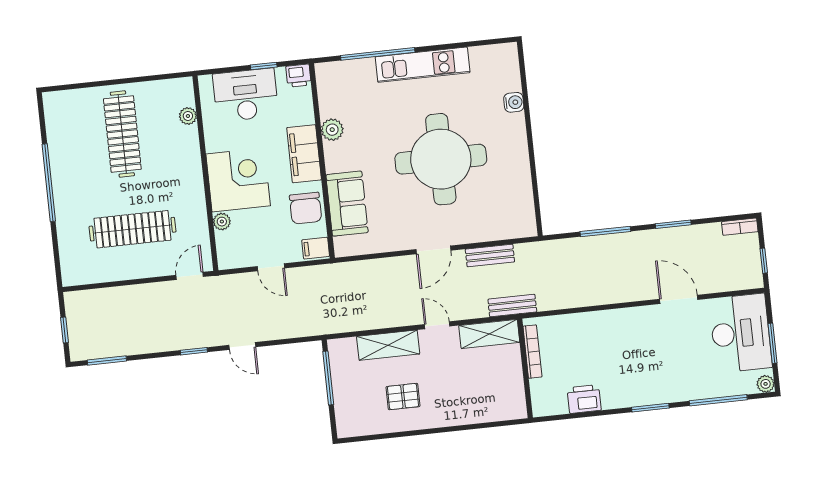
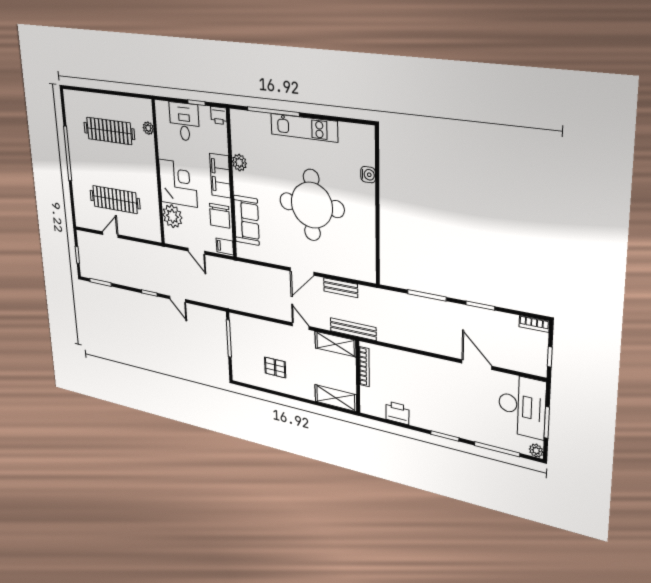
desk: (246, 95) -> (184, 122), width x0.73
clothes rail: (122, 134) -> (109, 131), turned 90
plant: (222, 222) -> (172, 216), width x1.87, depth x1.87
door: (190, 276) -> (110, 235), moved
bench: (512, 306) -> (353, 329), width x1.36
shelving: (388, 345) -> (336, 398), moved

